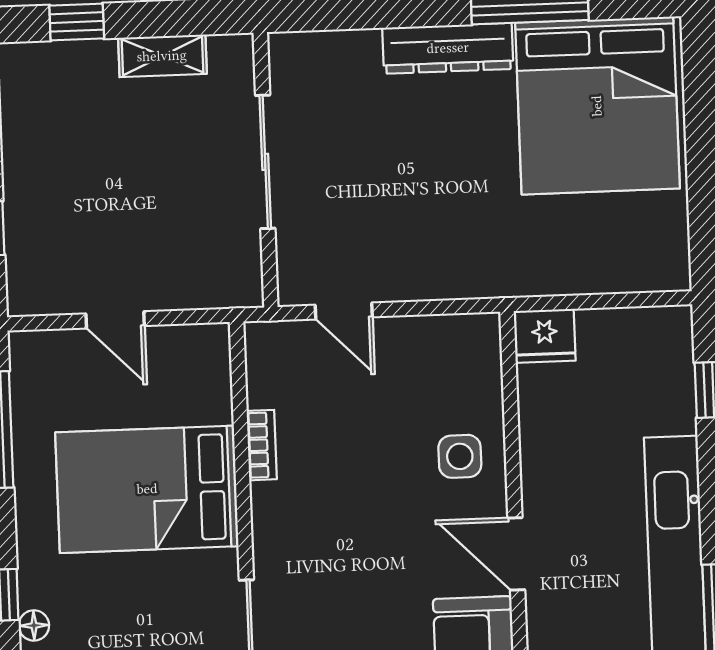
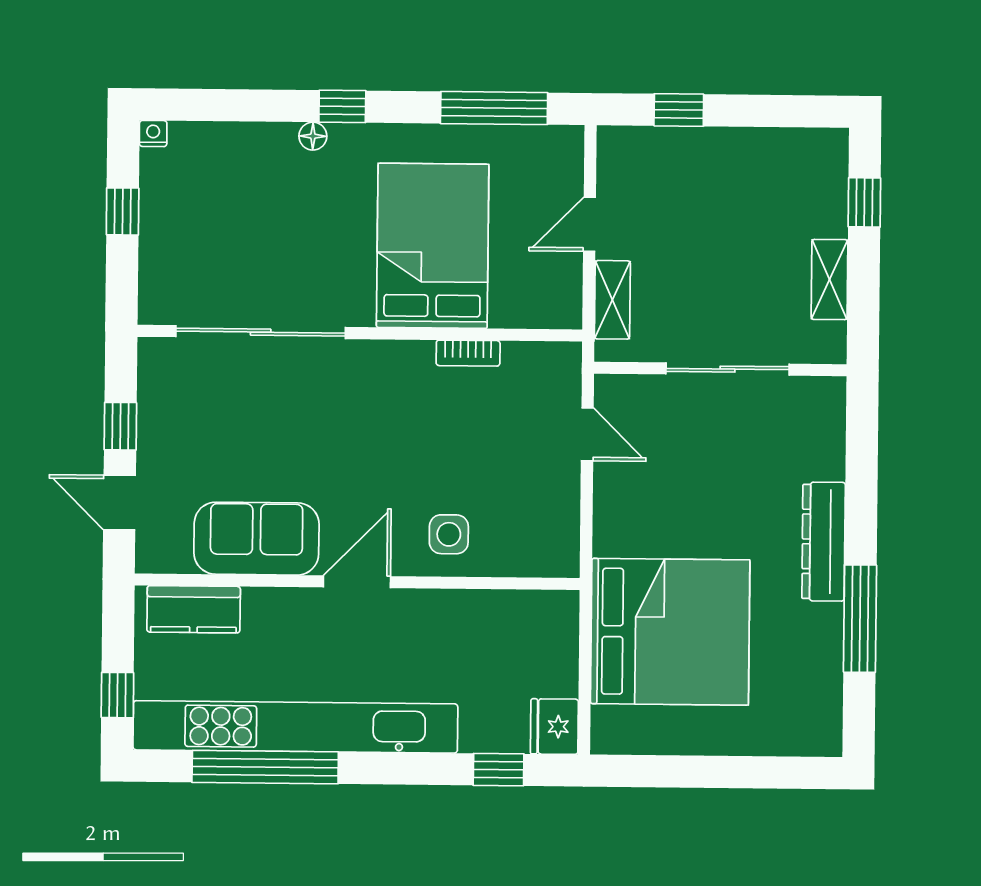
bed: (597, 106) -> (670, 632), moved, turned 180
shelving: (196, 291) -> (612, 300), added
door: (344, 311) -> (587, 434), swing flipped
fridge: (545, 336) -> (554, 727), moved

